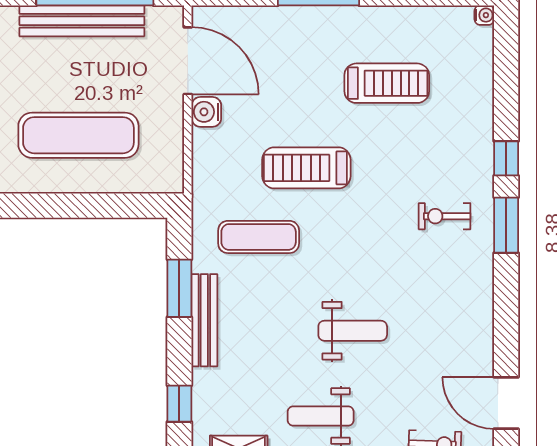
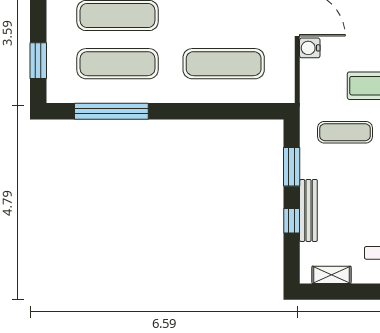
bench: (204, 320) -> (308, 210), moved
window: (179, 404) -> (292, 221), moved

